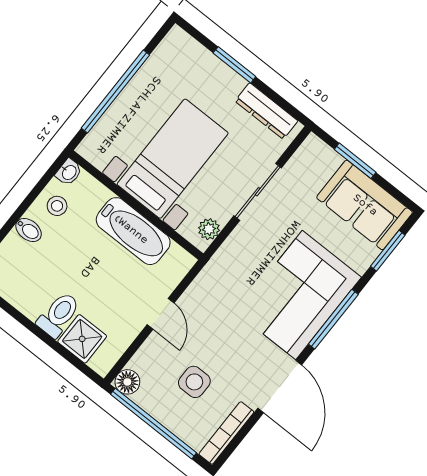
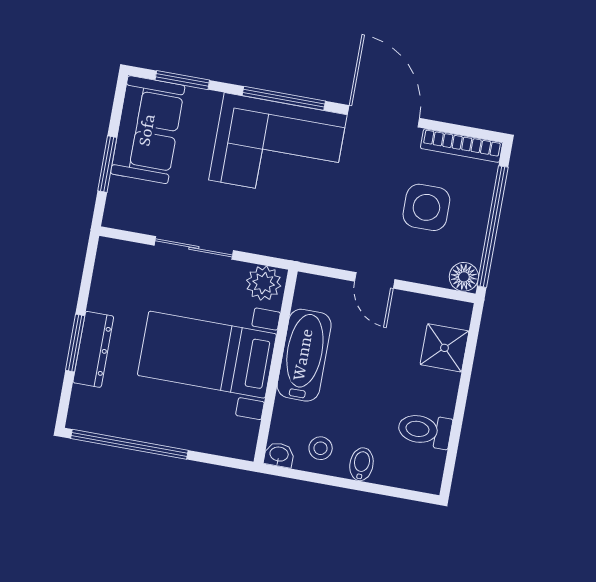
window: (115, 92) -> (129, 444), moved
dresser: (266, 111) -> (93, 349), moved
plant: (209, 229) -> (264, 283), width x1.38, depth x1.38
door: (161, 314) -> (375, 280), swing flipped
toilet: (59, 315) -> (425, 430), moved
side table: (194, 382) -> (426, 207), width x1.37, depth x1.37
door: (280, 387) -> (384, 116), hinge flipped

